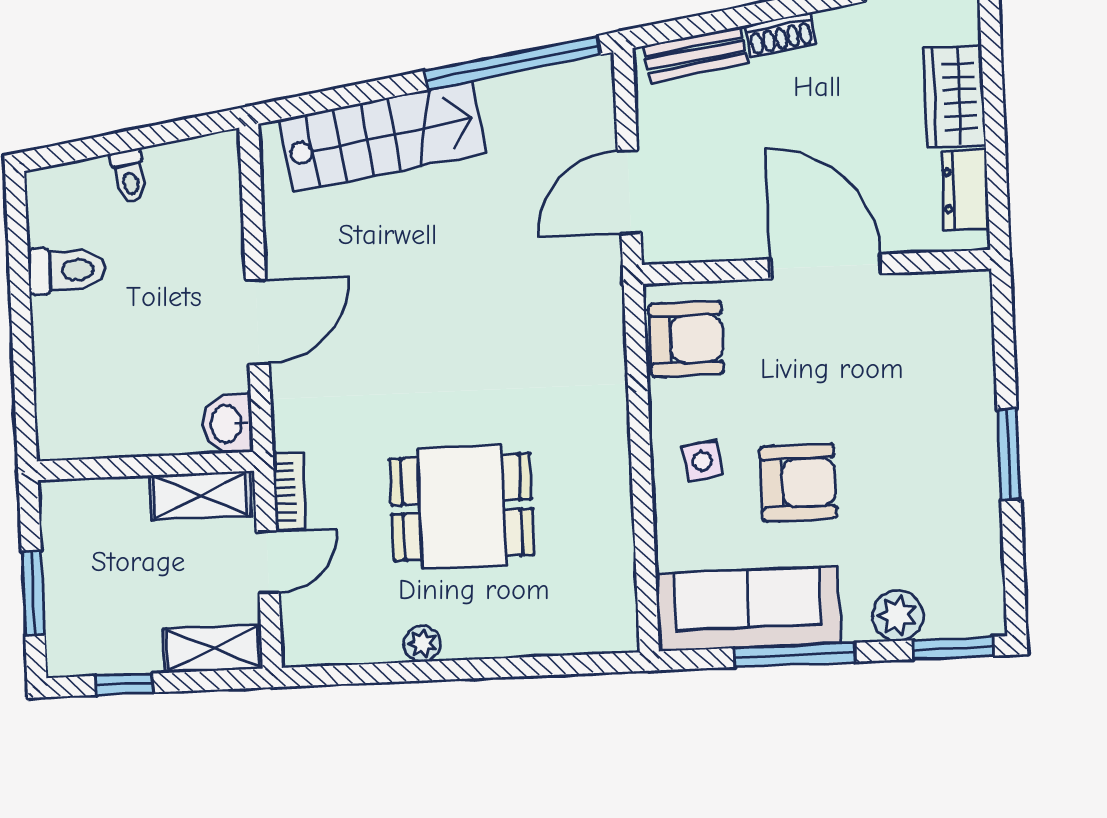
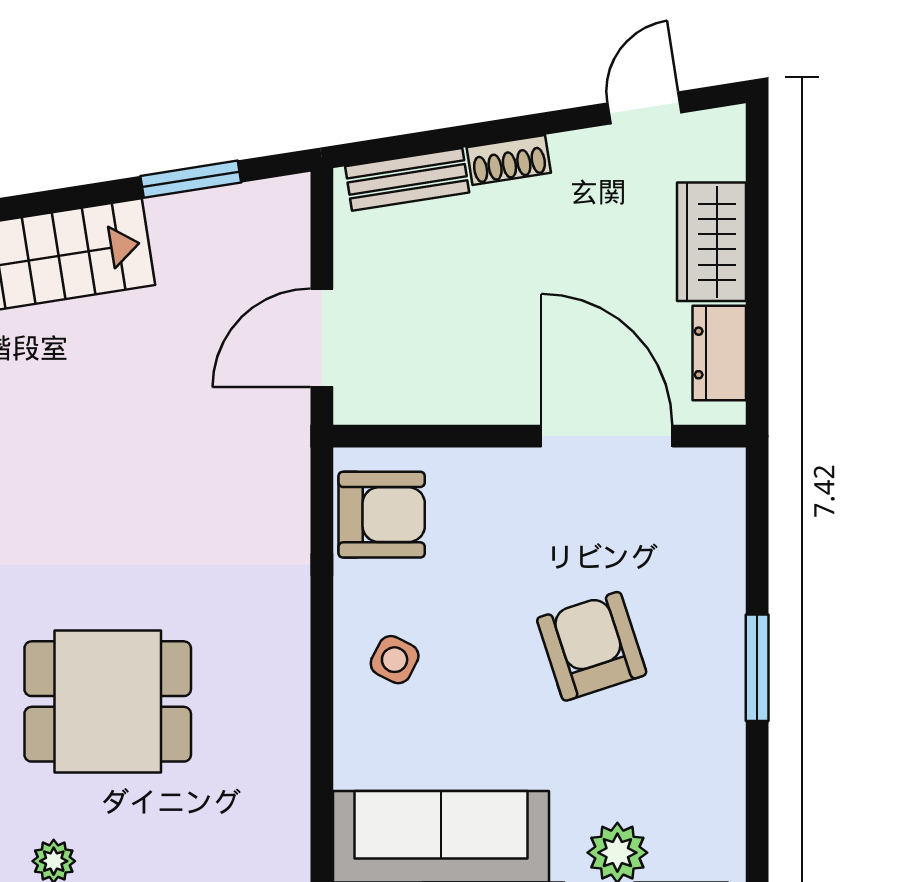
window: (513, 63) -> (191, 179), width x0.47
door: (826, 266) -> (607, 436), moved
side table: (702, 461) -> (395, 660), turned 36
armchair: (798, 483) -> (592, 646), moved, turned -108

